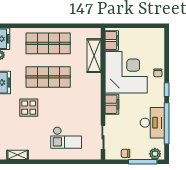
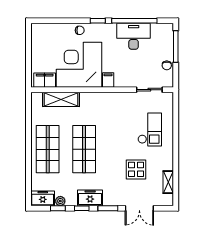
filing cabinet: (112, 104) -> (108, 80), width x0.50
display table: (29, 108) -> (136, 169), moved
plant: (155, 154) -> (167, 33), removed

